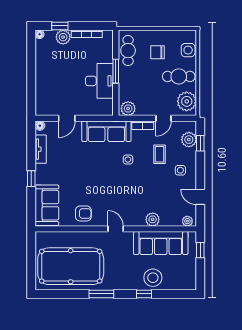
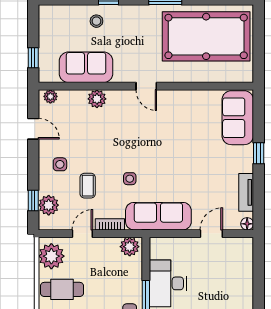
armchair: (83, 213) -> (189, 107), removed
sofa: (161, 243) -> (86, 67), width x0.73
stool: (153, 278) -> (96, 21), width x0.53, depth x0.53

